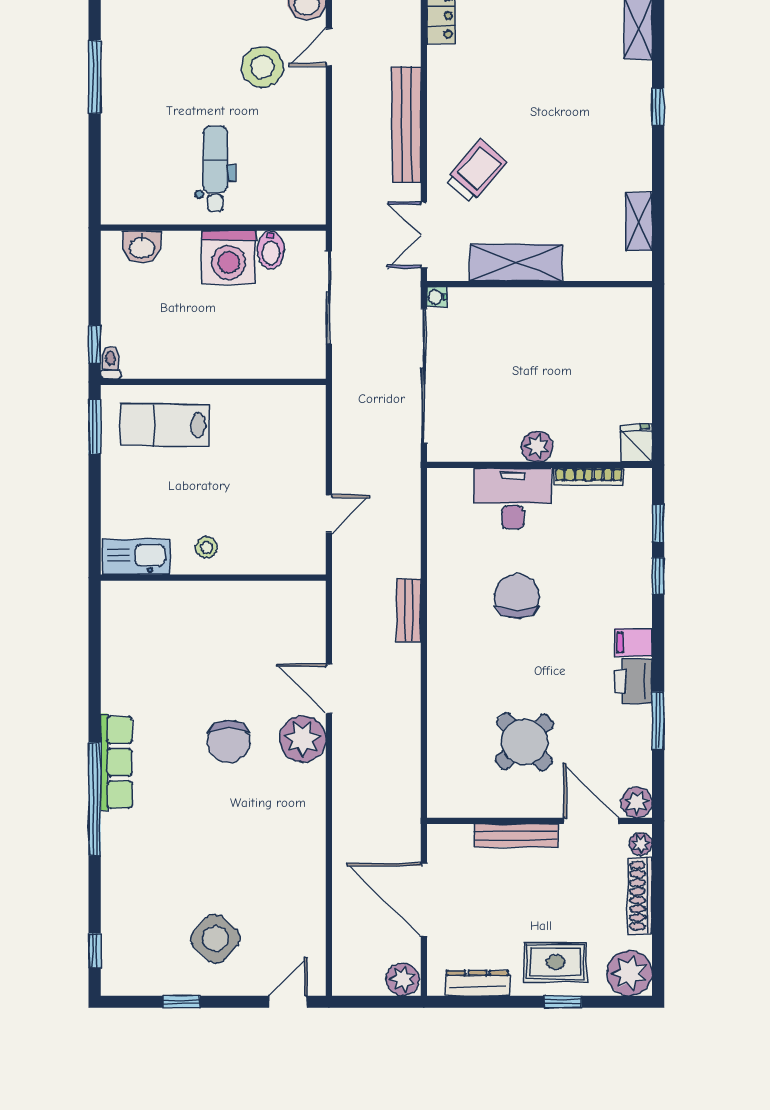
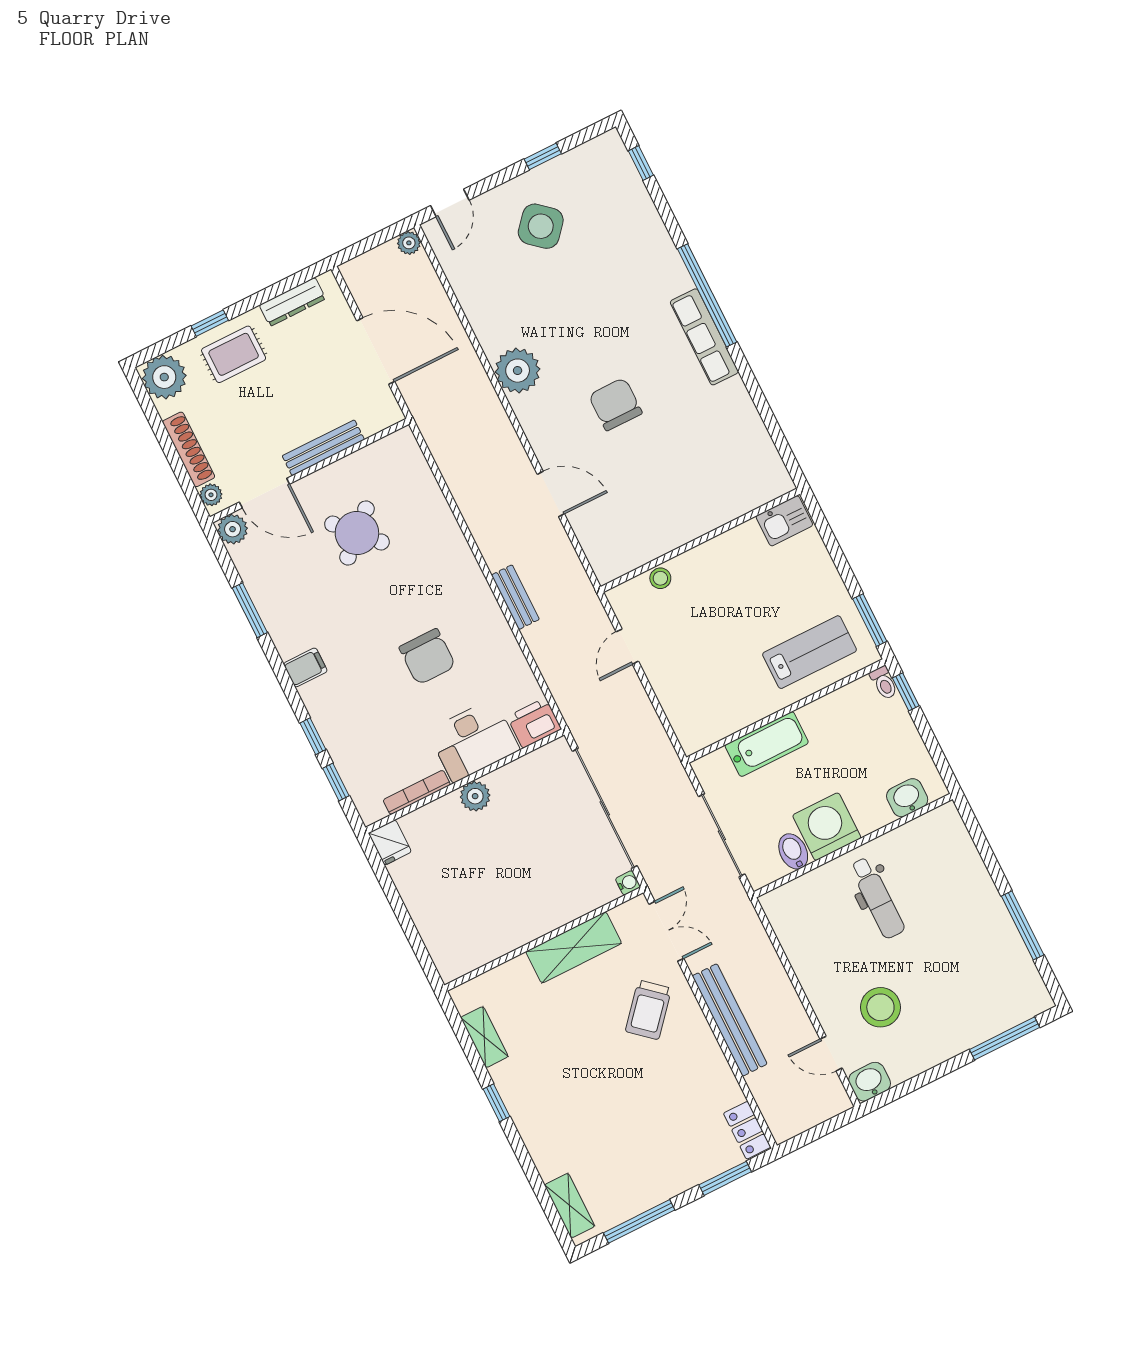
door: (329, 47) -> (831, 1054), swing flipped
window: (658, 107) -> (497, 1103), moved
bathtub: (246, 360) -> (767, 744), added
stool: (206, 547) -> (660, 578), moved
kitchen sink: (136, 557) -> (784, 521), width x0.73
printer: (634, 681) -> (534, 723), moved, turned -90
plant: (303, 739) -> (518, 371), moved
plant: (403, 979) -> (409, 243), moved, width x0.73, depth x0.73

